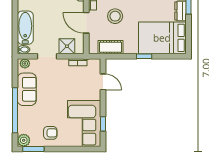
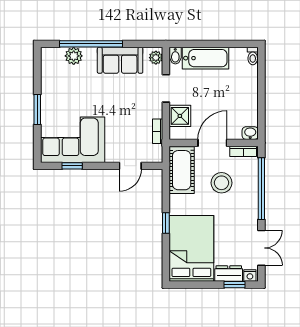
cot: (111, 47) -> (182, 170), width x1.37, depth x1.34
armchair: (50, 133) -> (60, 93), removed
plant: (24, 140) -> (74, 56), moved
window: (33, 149) -> (37, 110), moved

